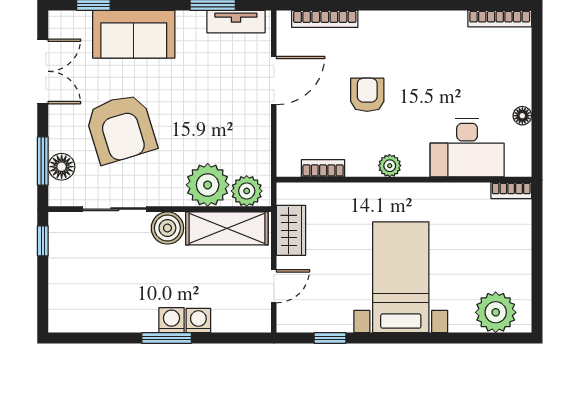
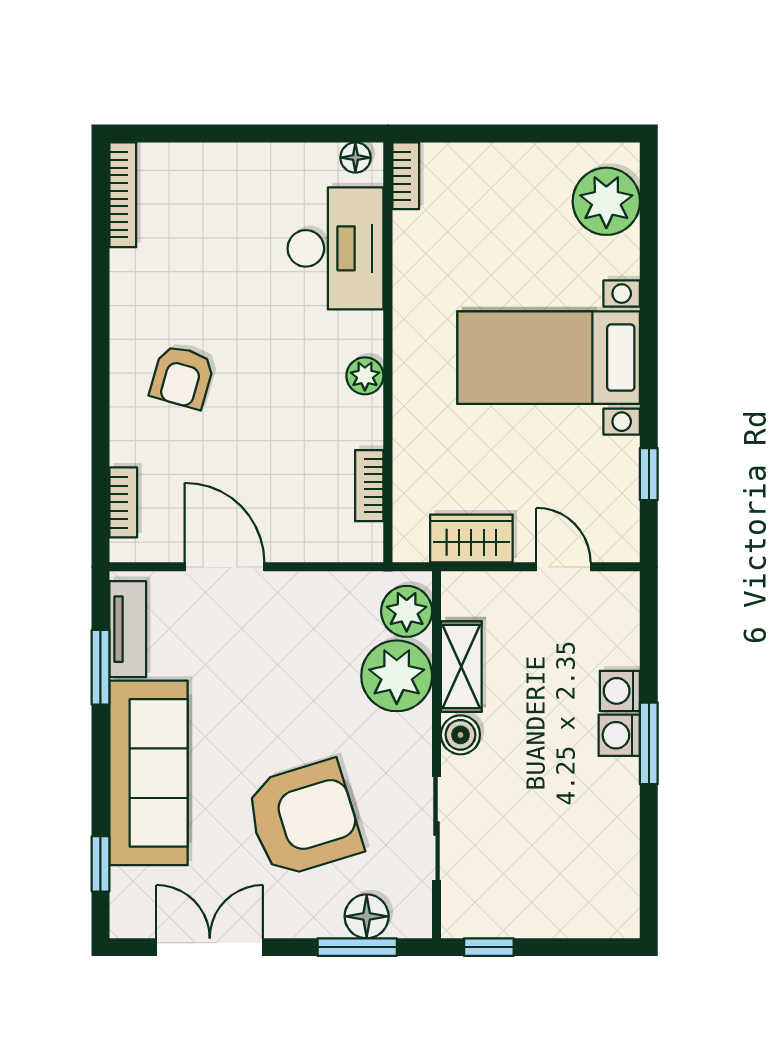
bookcase: (325, 19) -> (123, 502), width x0.64
sofa: (134, 34) -> (149, 773), width x1.36
armchair: (367, 95) -> (182, 377), moved, turned -74
floor lamp: (522, 116) -> (355, 158), moved
boiler: (167, 228) -> (460, 735), width x0.73, depth x0.73
shelving: (227, 228) -> (461, 667), width x0.67, depth x0.75

